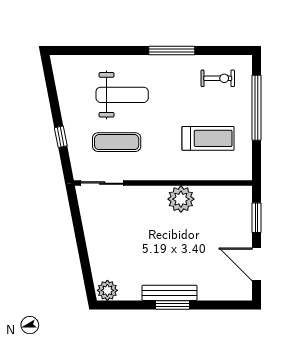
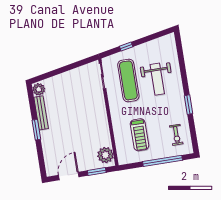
window: (172, 51) -> (189, 105), width x0.69
exercise mat: (117, 142) -> (128, 80), width x1.36, depth x1.45
plant: (181, 199) -> (105, 155), moved
bench: (169, 293) -> (41, 113), moved

